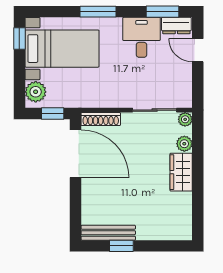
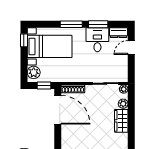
window: (163, 12) -> (98, 24), moved
door: (198, 50) -> (131, 47), hinge flipped

